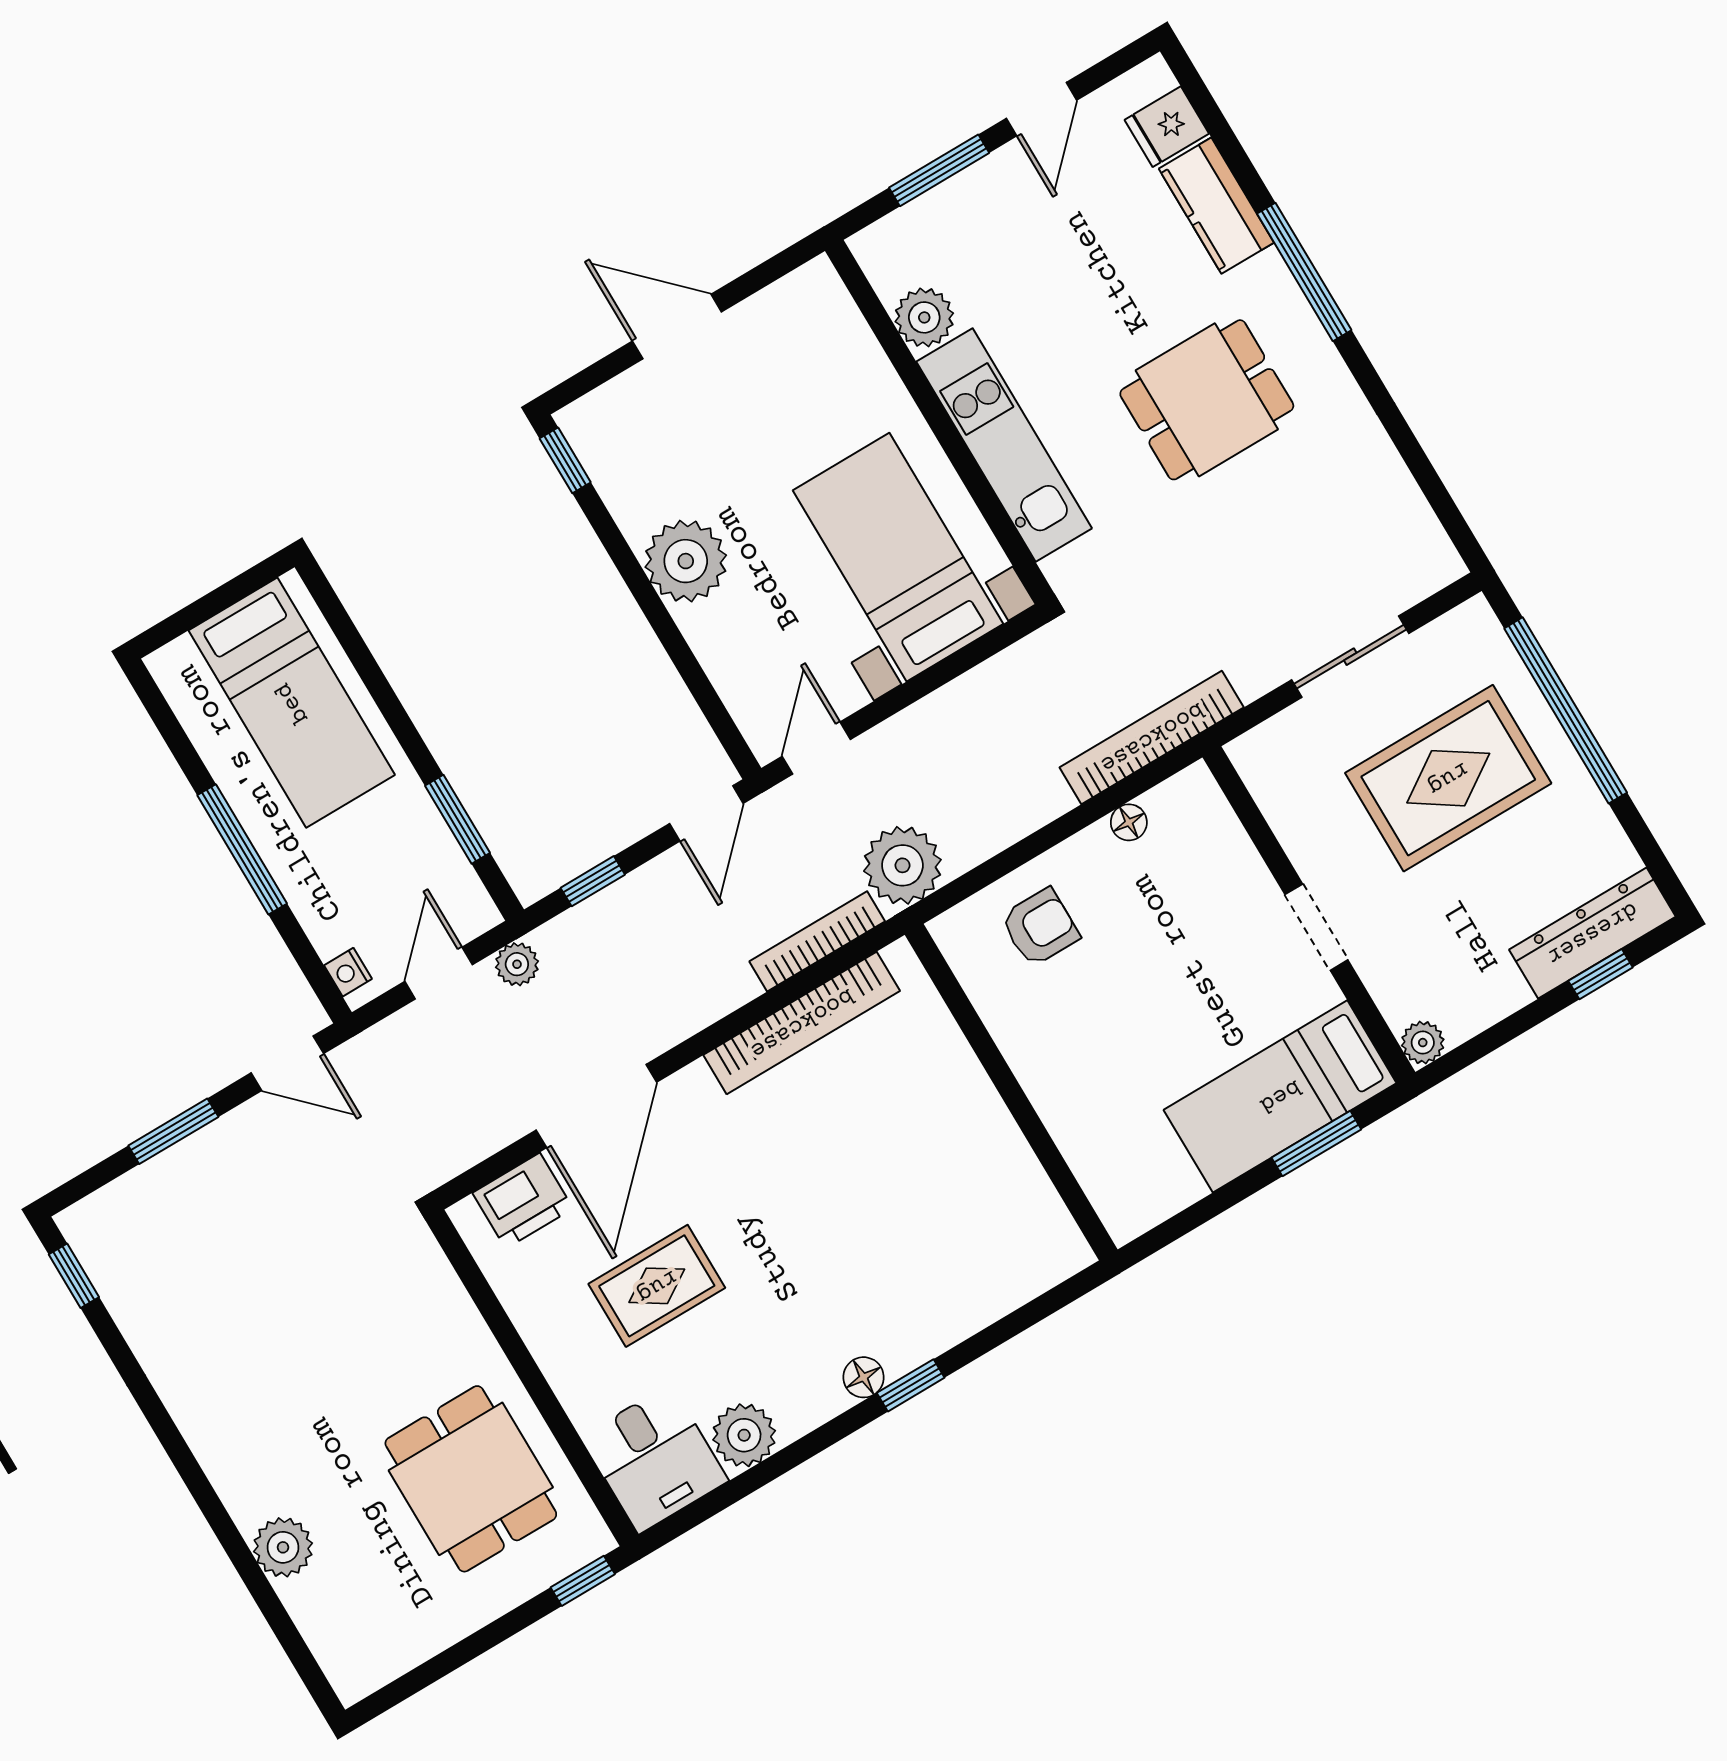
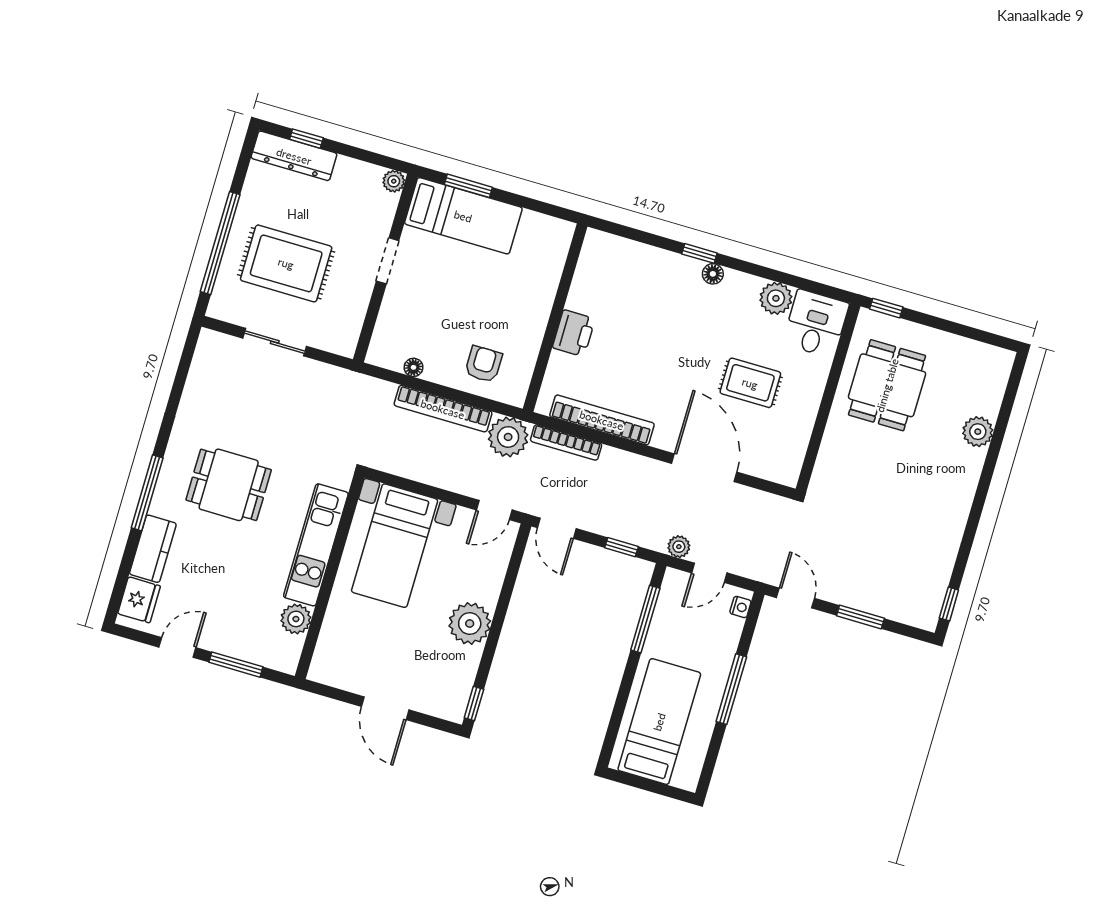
fridge: (1167, 127) -> (139, 600), width x1.38
bookcase: (1152, 737) -> (443, 409), moved
door: (706, 813) -> (557, 528), swing flipped
window: (458, 819) -> (645, 619), width x1.44
armchair: (1040, 927) -> (483, 364), turned 90
door: (596, 1106) -> (704, 468), hinge flipped
printer: (523, 1201) -> (574, 333), moved, turned 90

